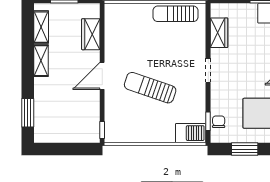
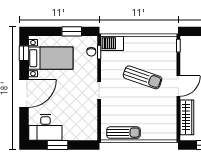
wardrobe: (219, 33) -> (91, 118), removed
wardrobe: (91, 34) -> (187, 117), width x1.50

